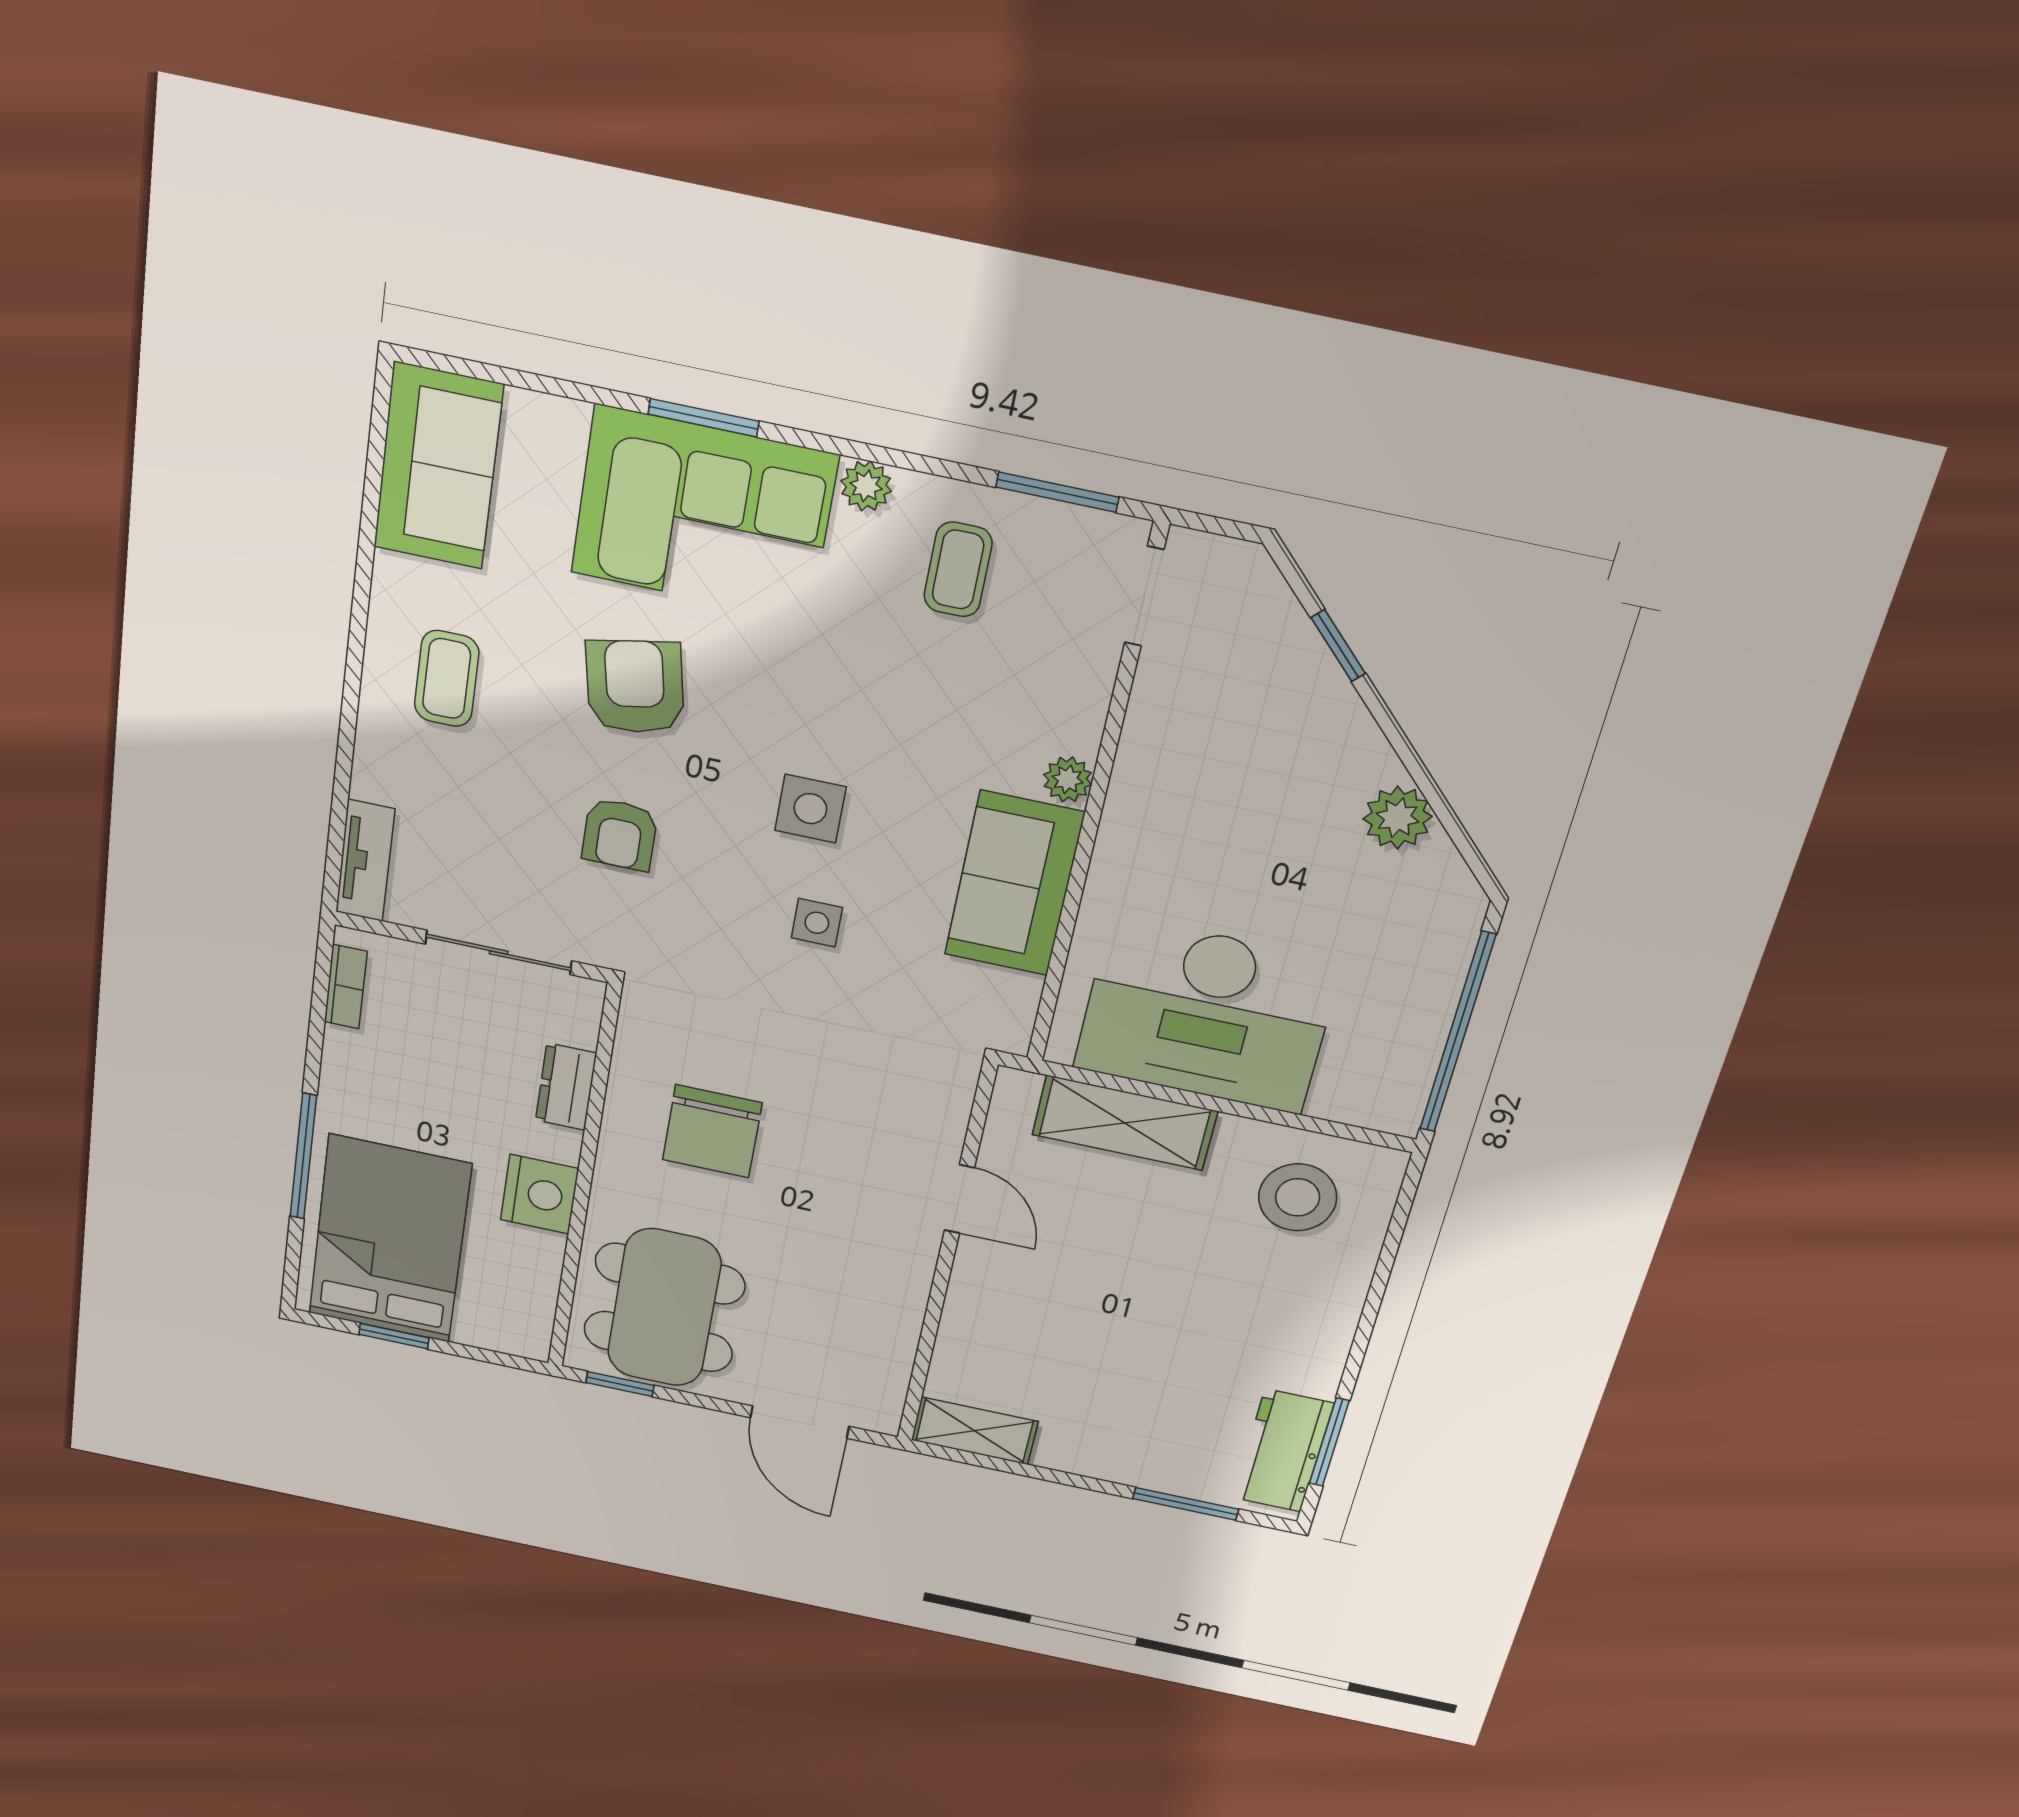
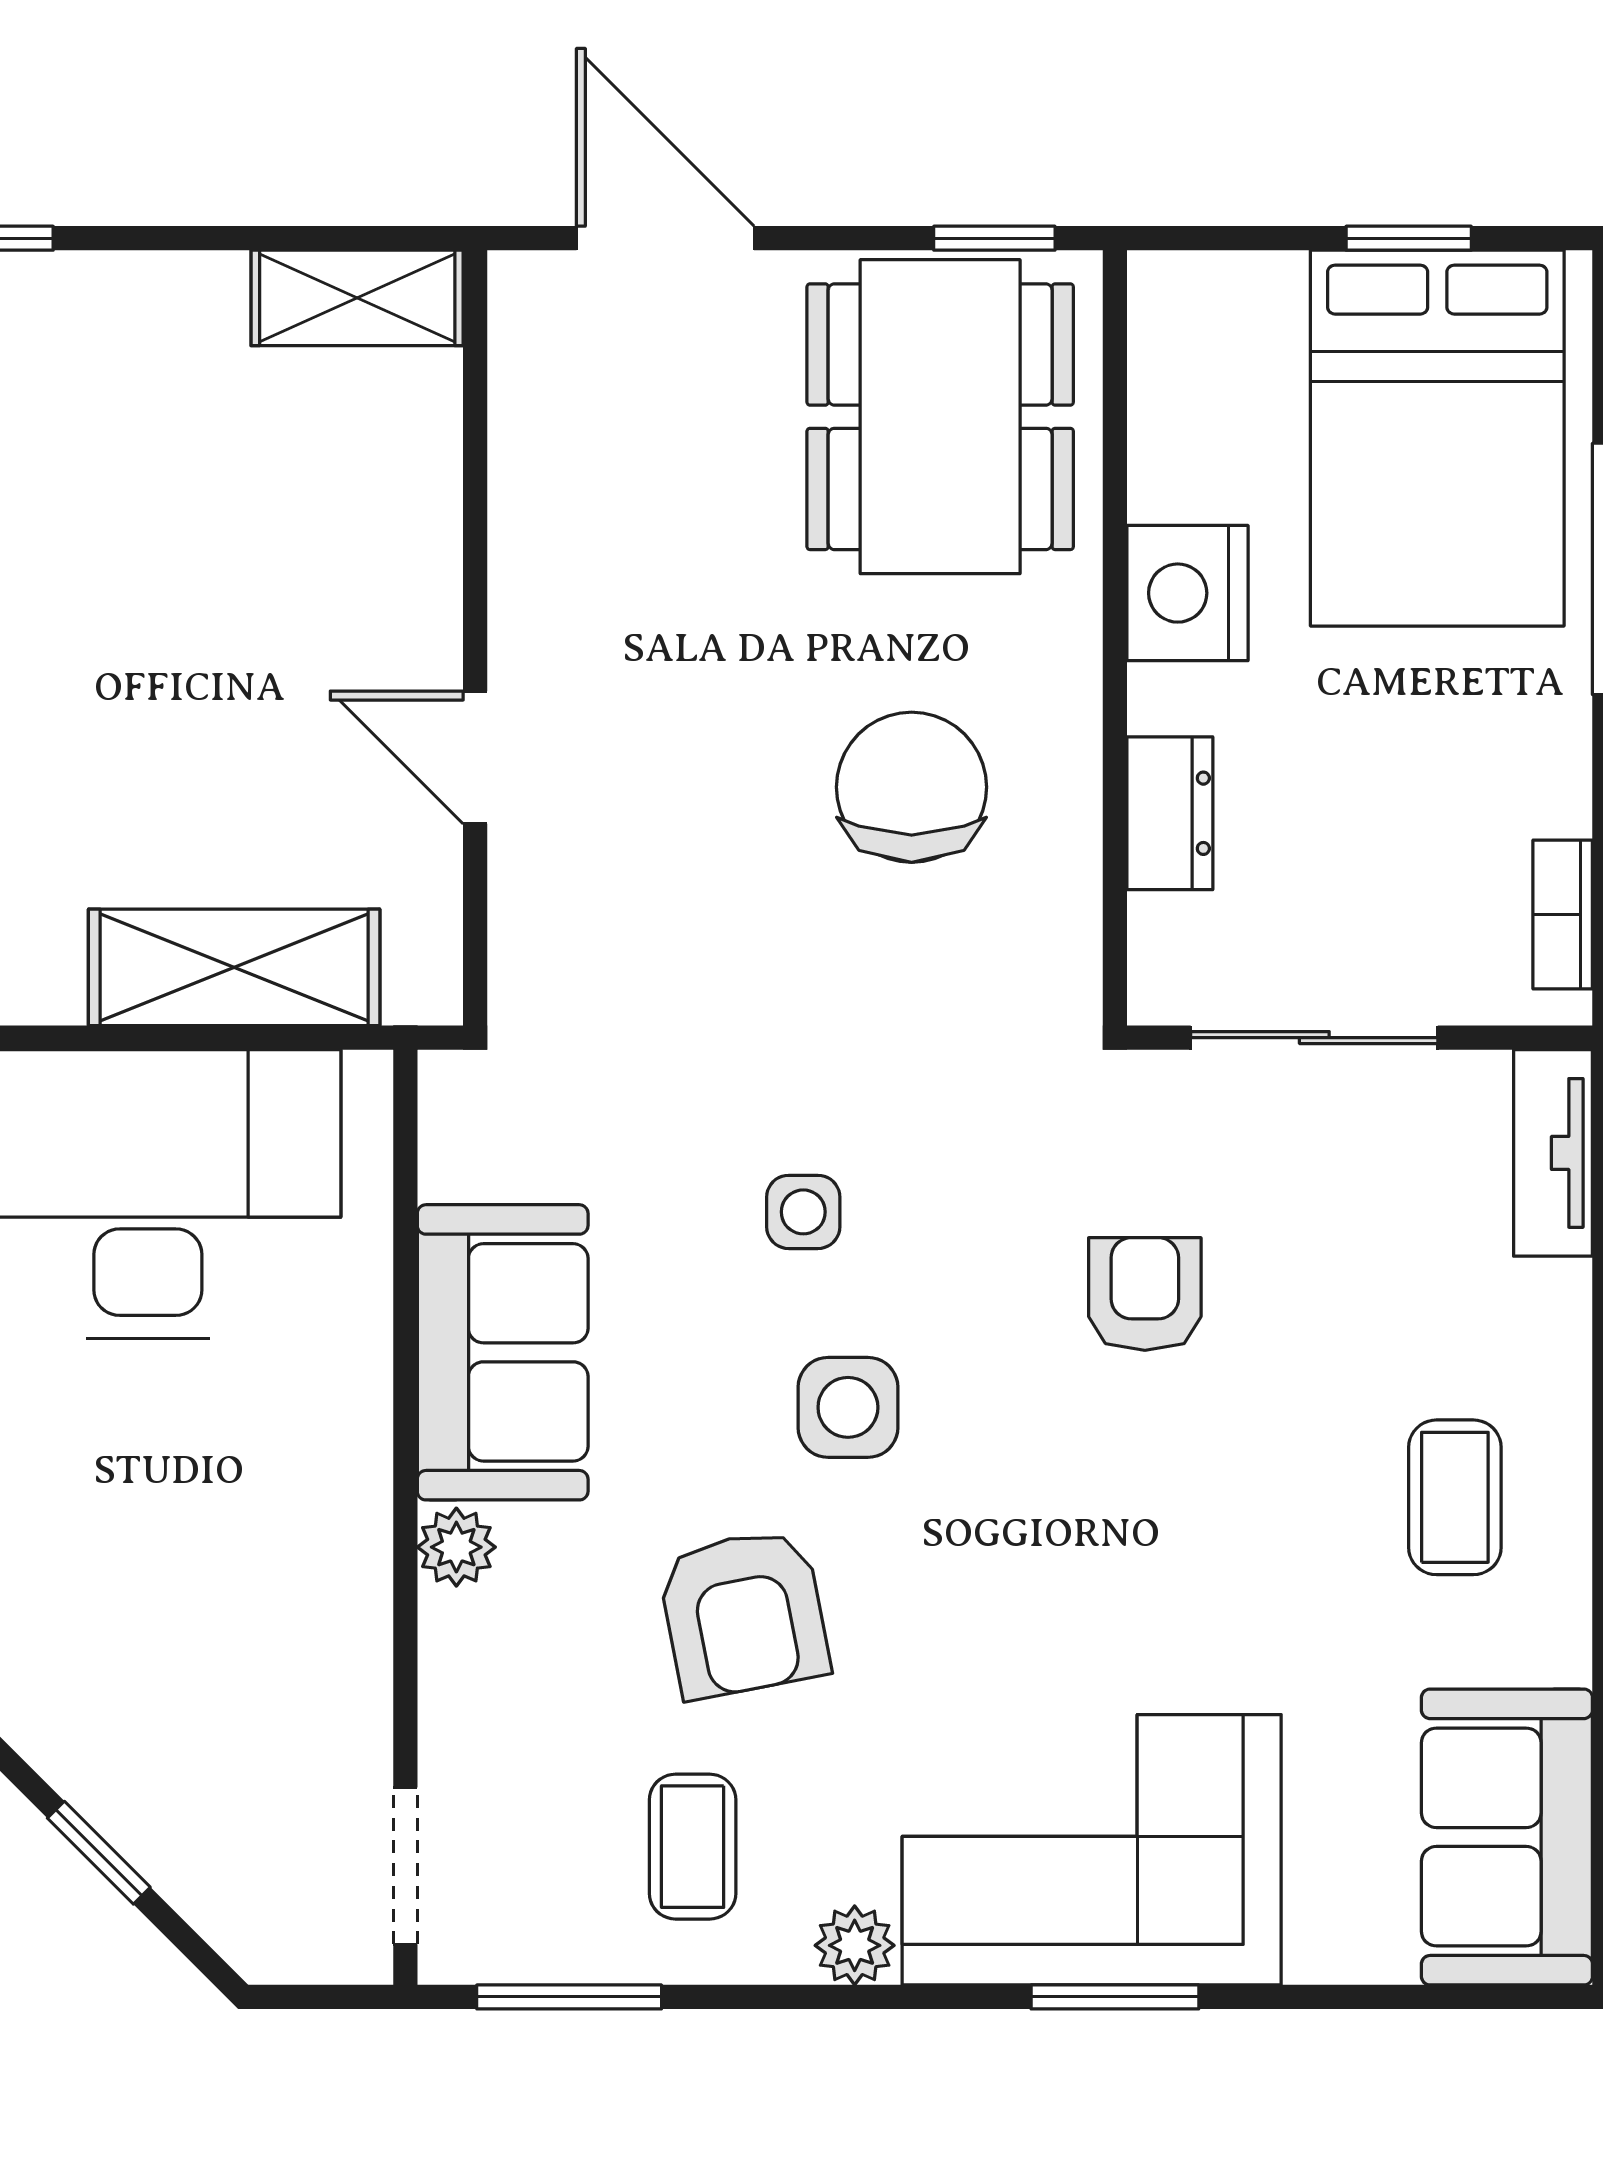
armchair: (635, 687) -> (744, 1613), moved

